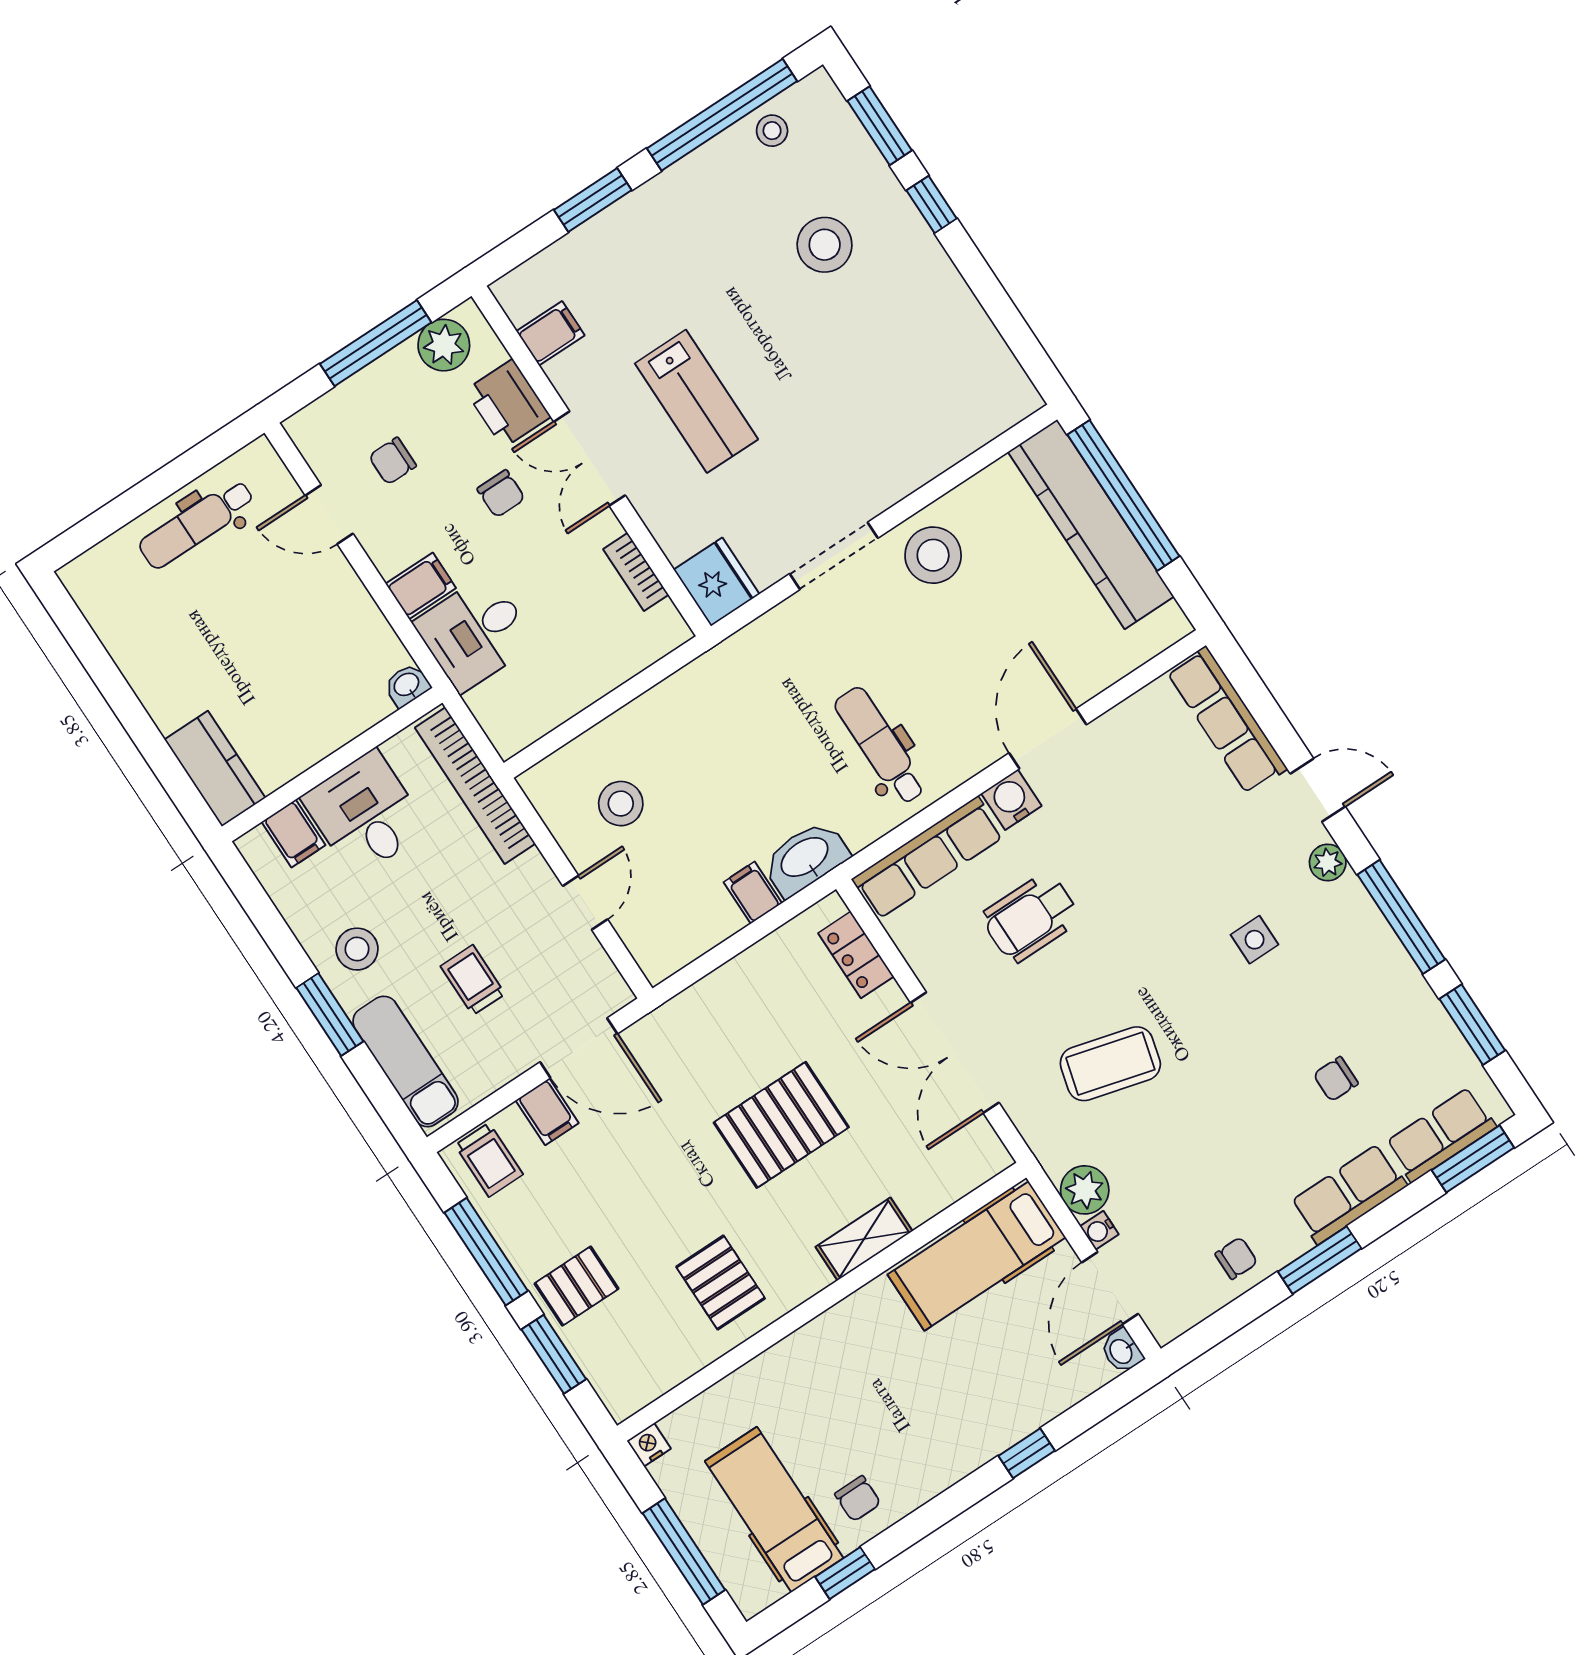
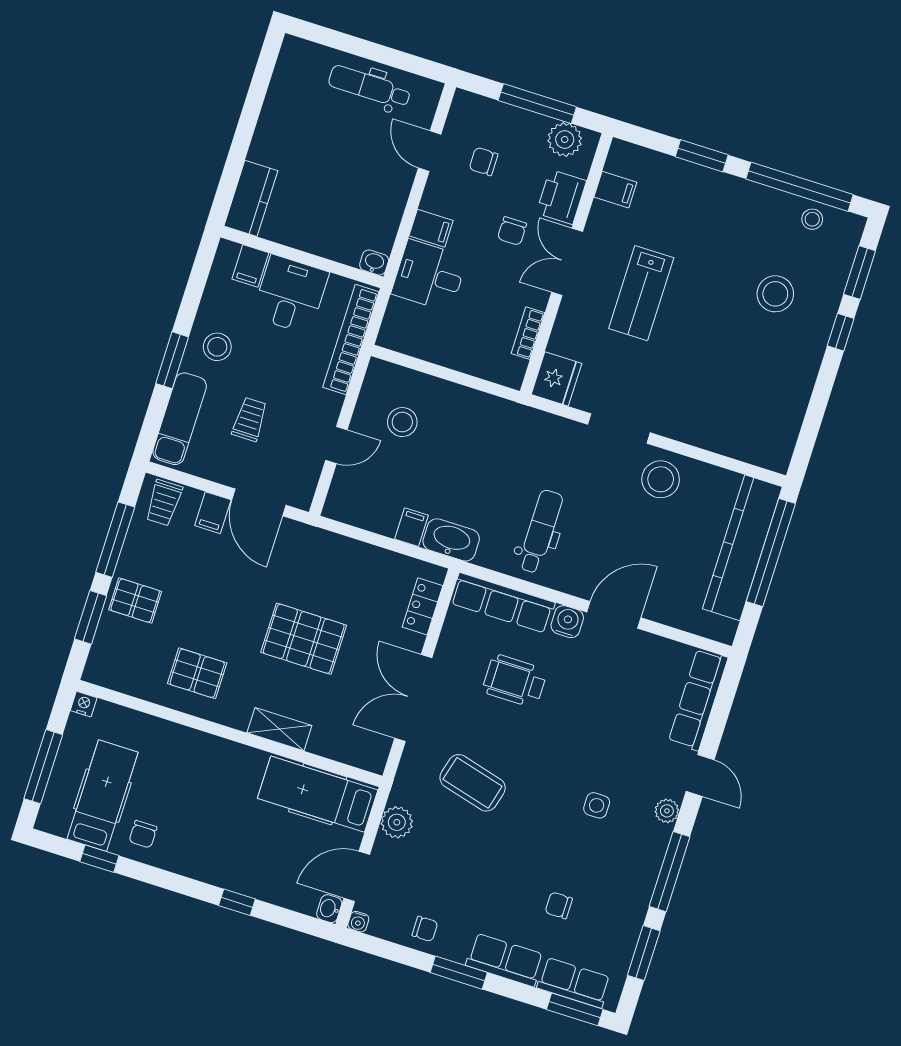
water cooler: (1099, 1230) -> (358, 922), moved, turned -90
pallet: (721, 1283) -> (197, 673), turned 90

